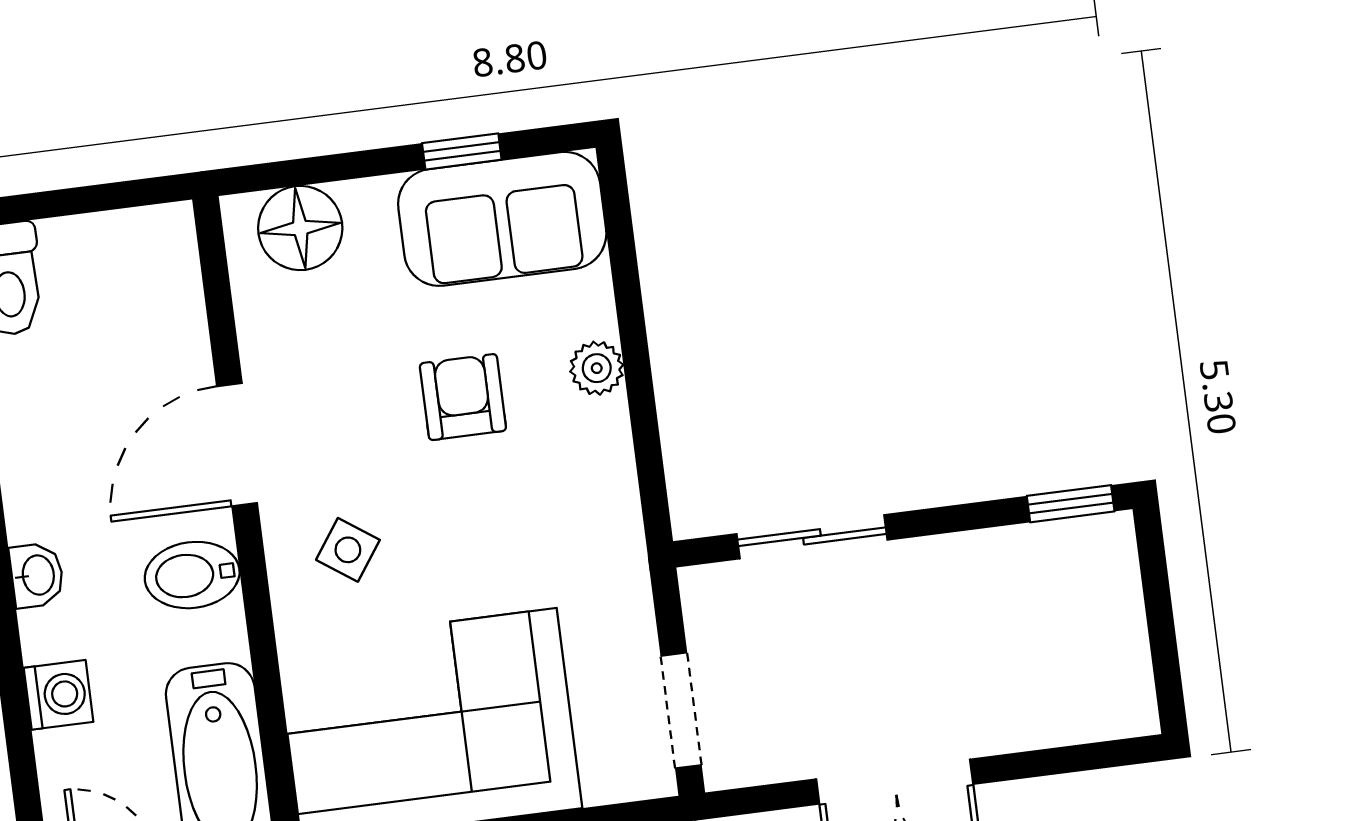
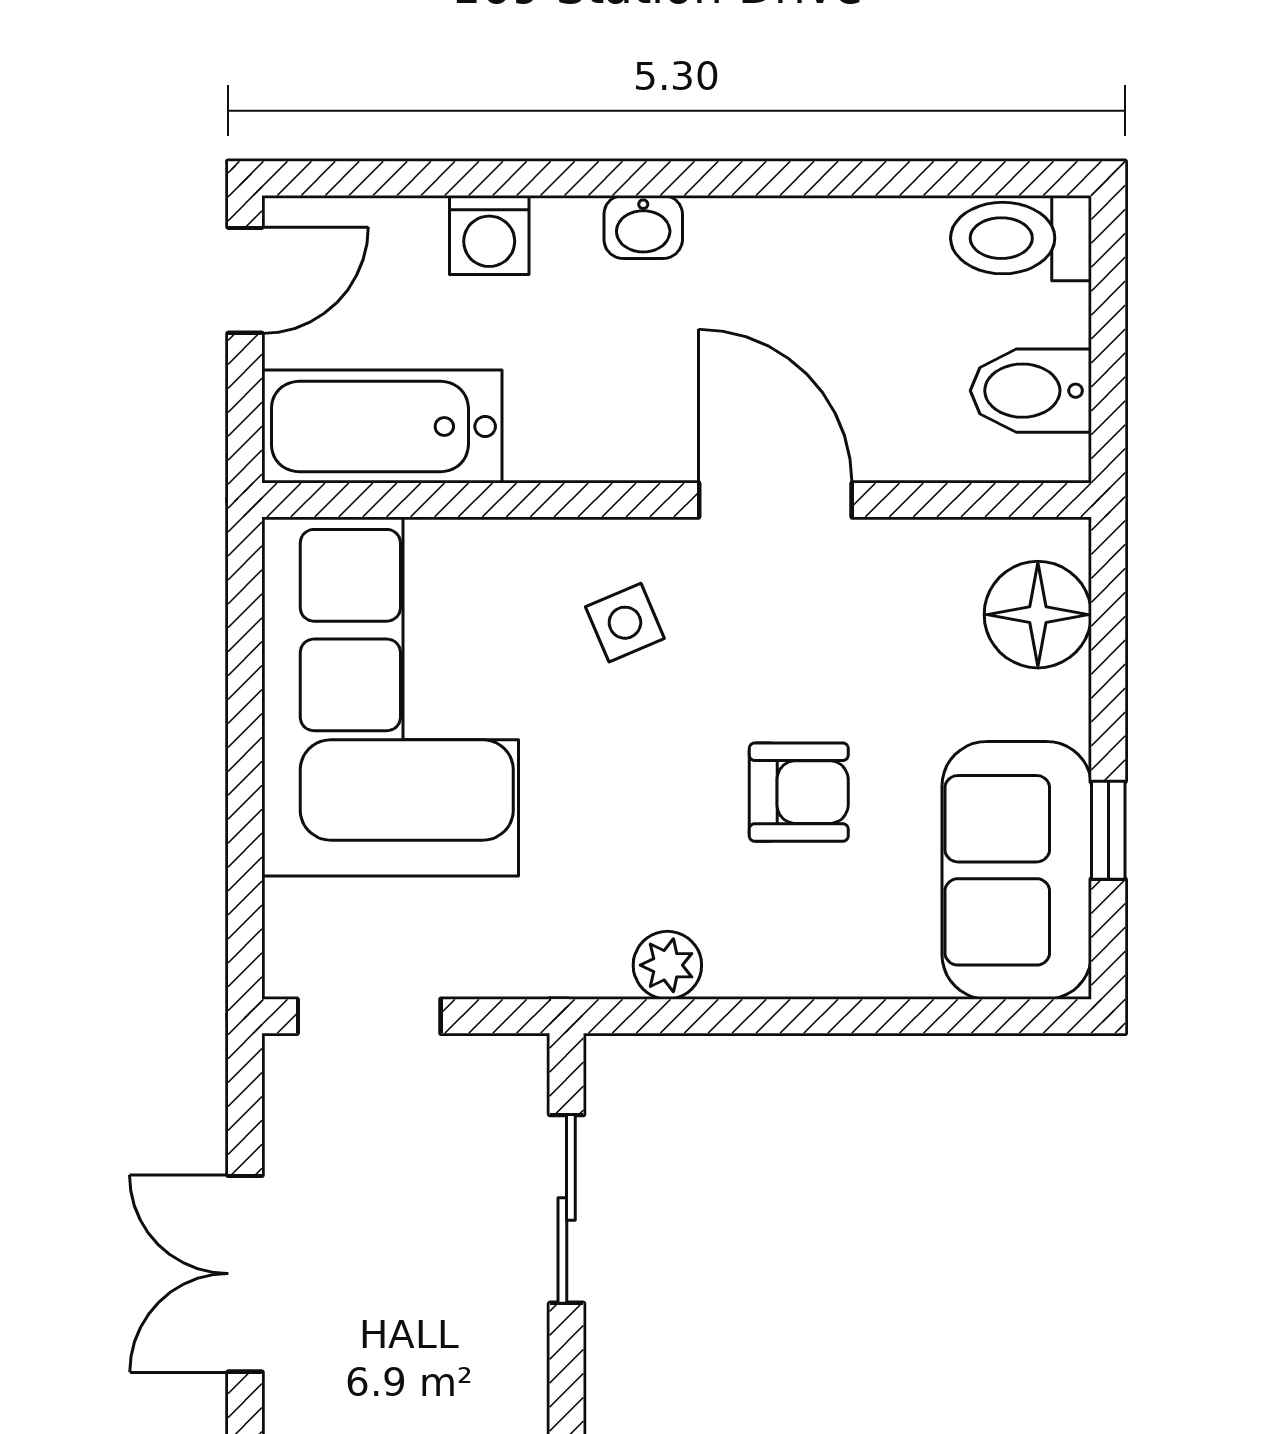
plant: (597, 368) -> (667, 965), moved
side table: (348, 550) -> (625, 623), turned 32
bidet: (192, 575) -> (1031, 391), moved, turned -90

